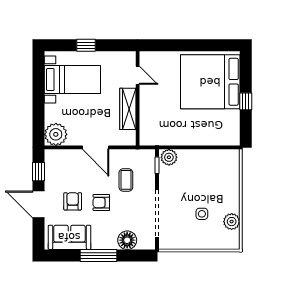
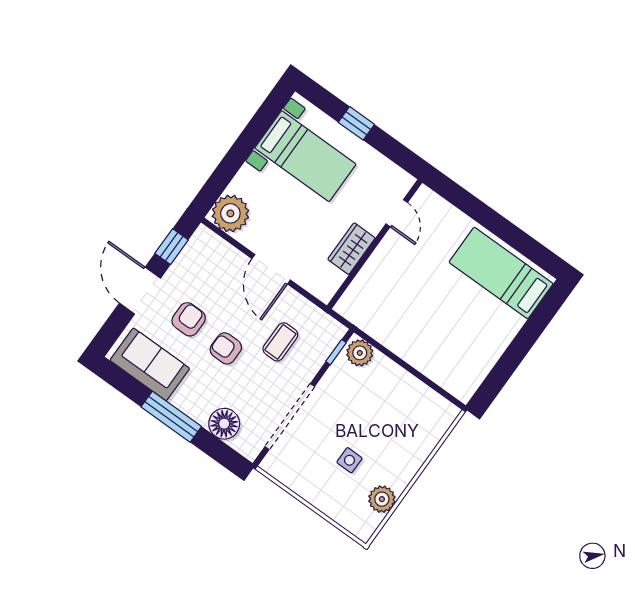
bed: (210, 82) -> (501, 273), width x0.49
window: (246, 101) -> (516, 352), removed
wardrobe: (128, 109) -> (351, 249), width x0.67

